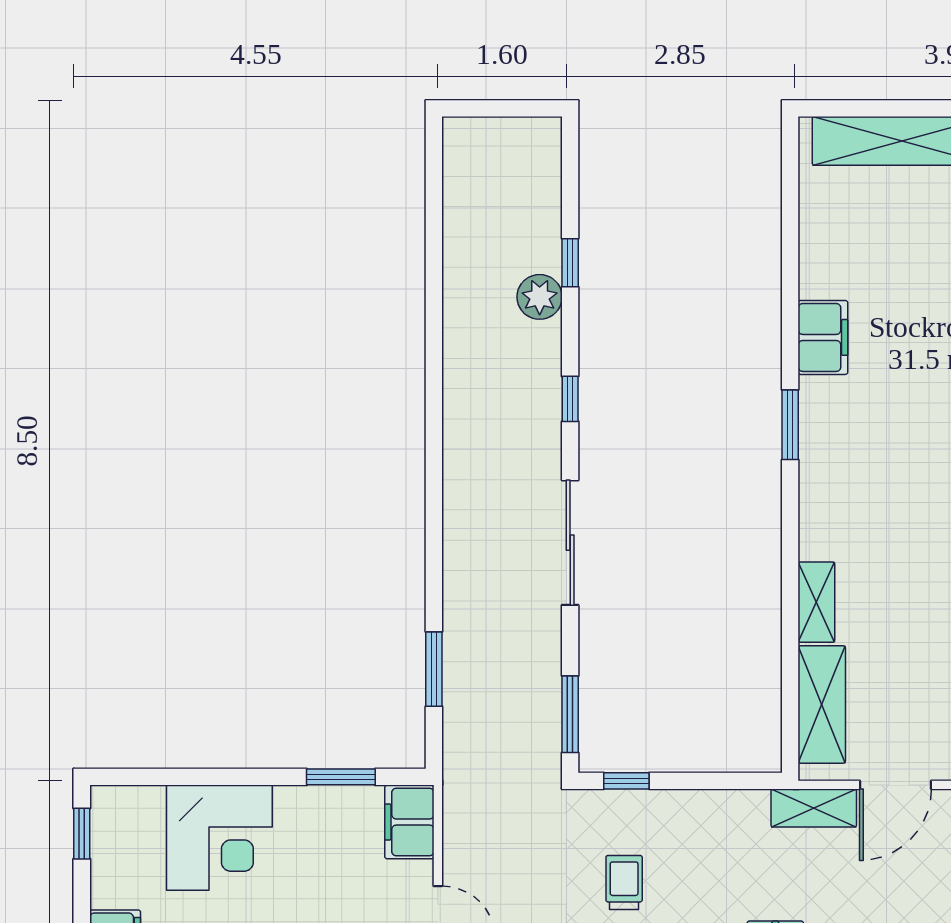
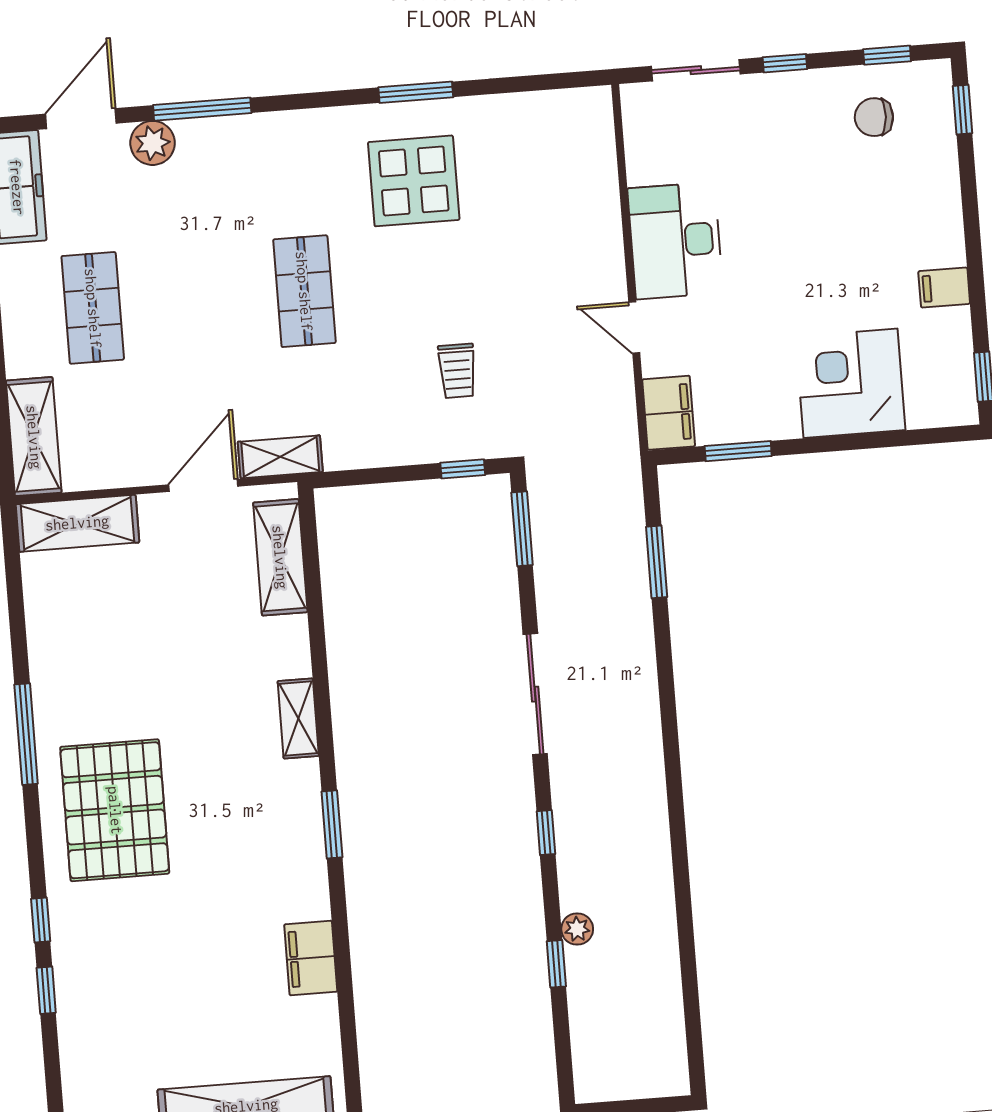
plant: (540, 297) -> (577, 929), width x0.73, depth x0.73
filing cabinet: (823, 337) -> (311, 958), moved
shelving: (816, 602) -> (298, 718), moved

